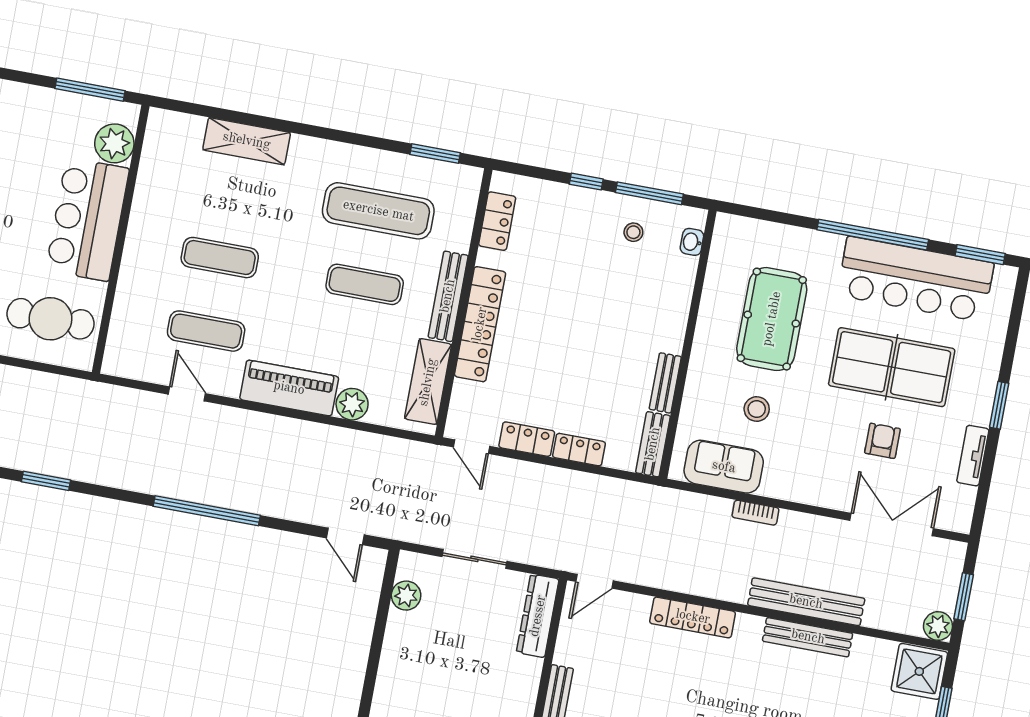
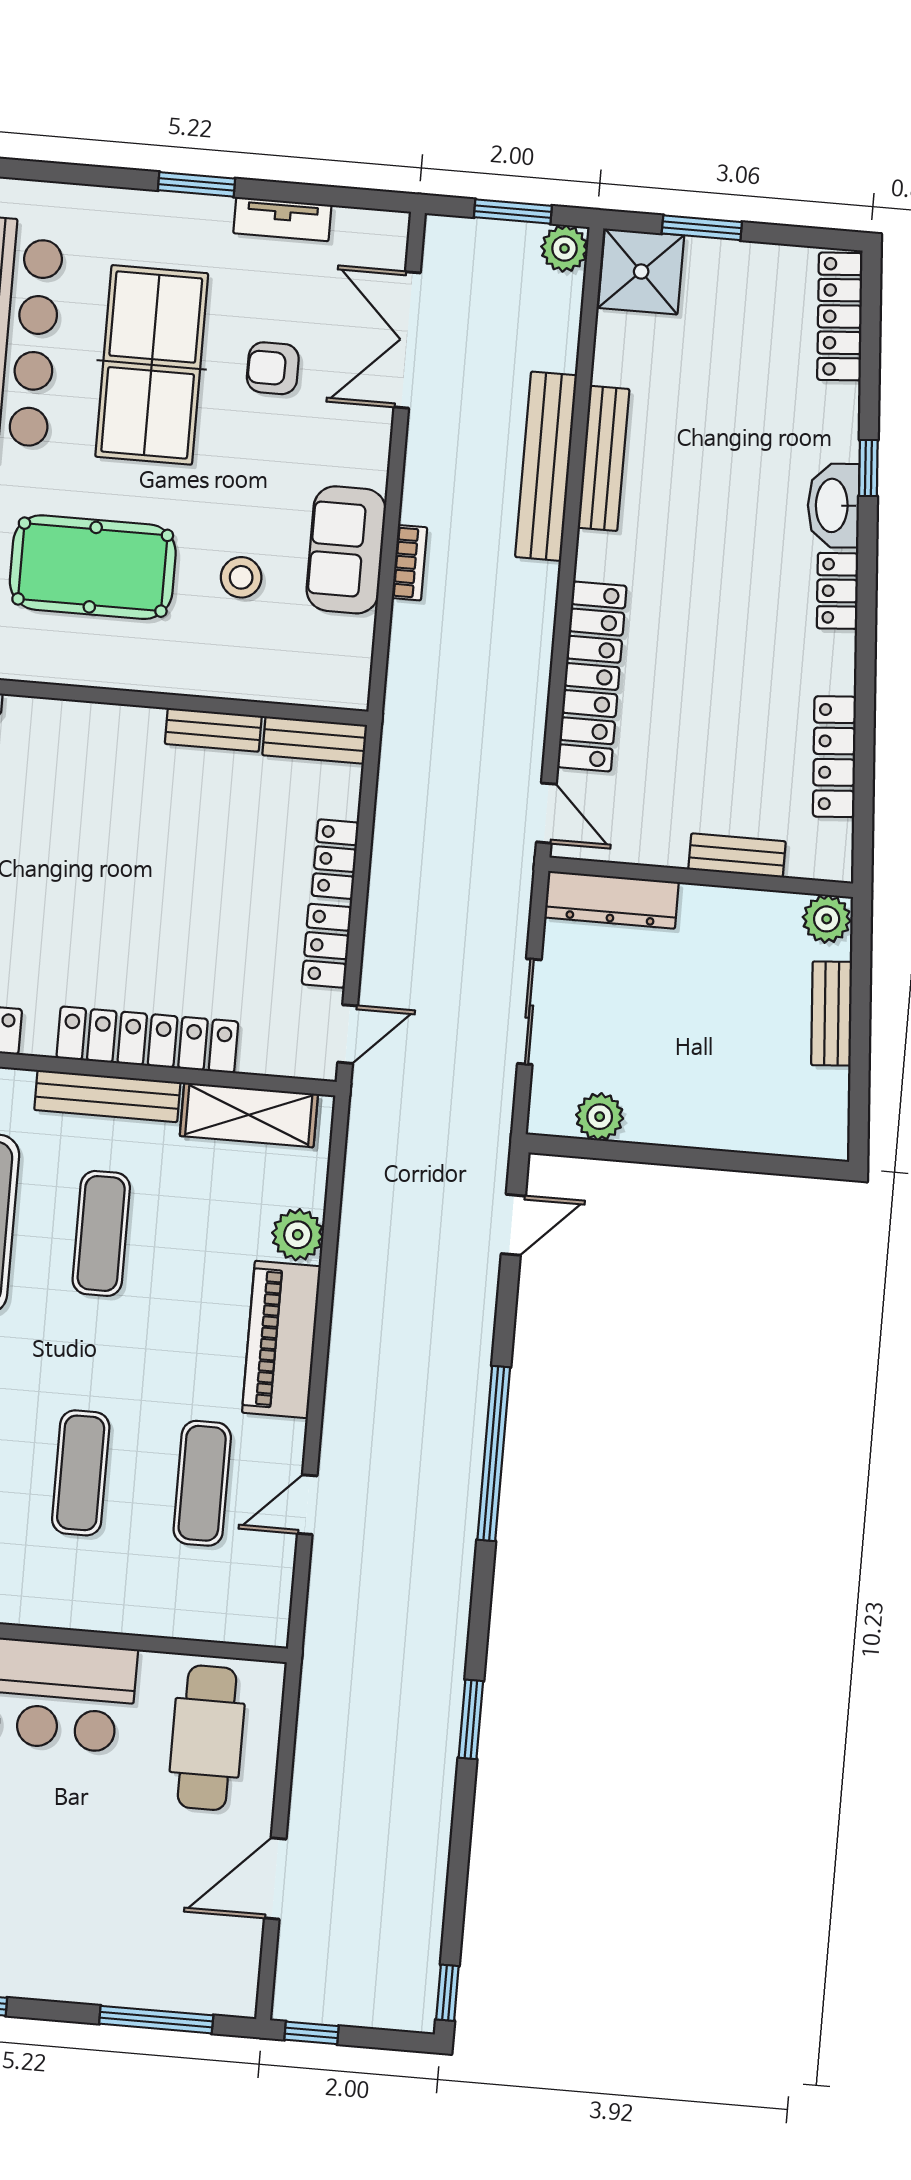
sofa: (724, 467) -> (346, 550), moved
locker: (693, 617) -> (592, 676), width x1.41, depth x1.21

